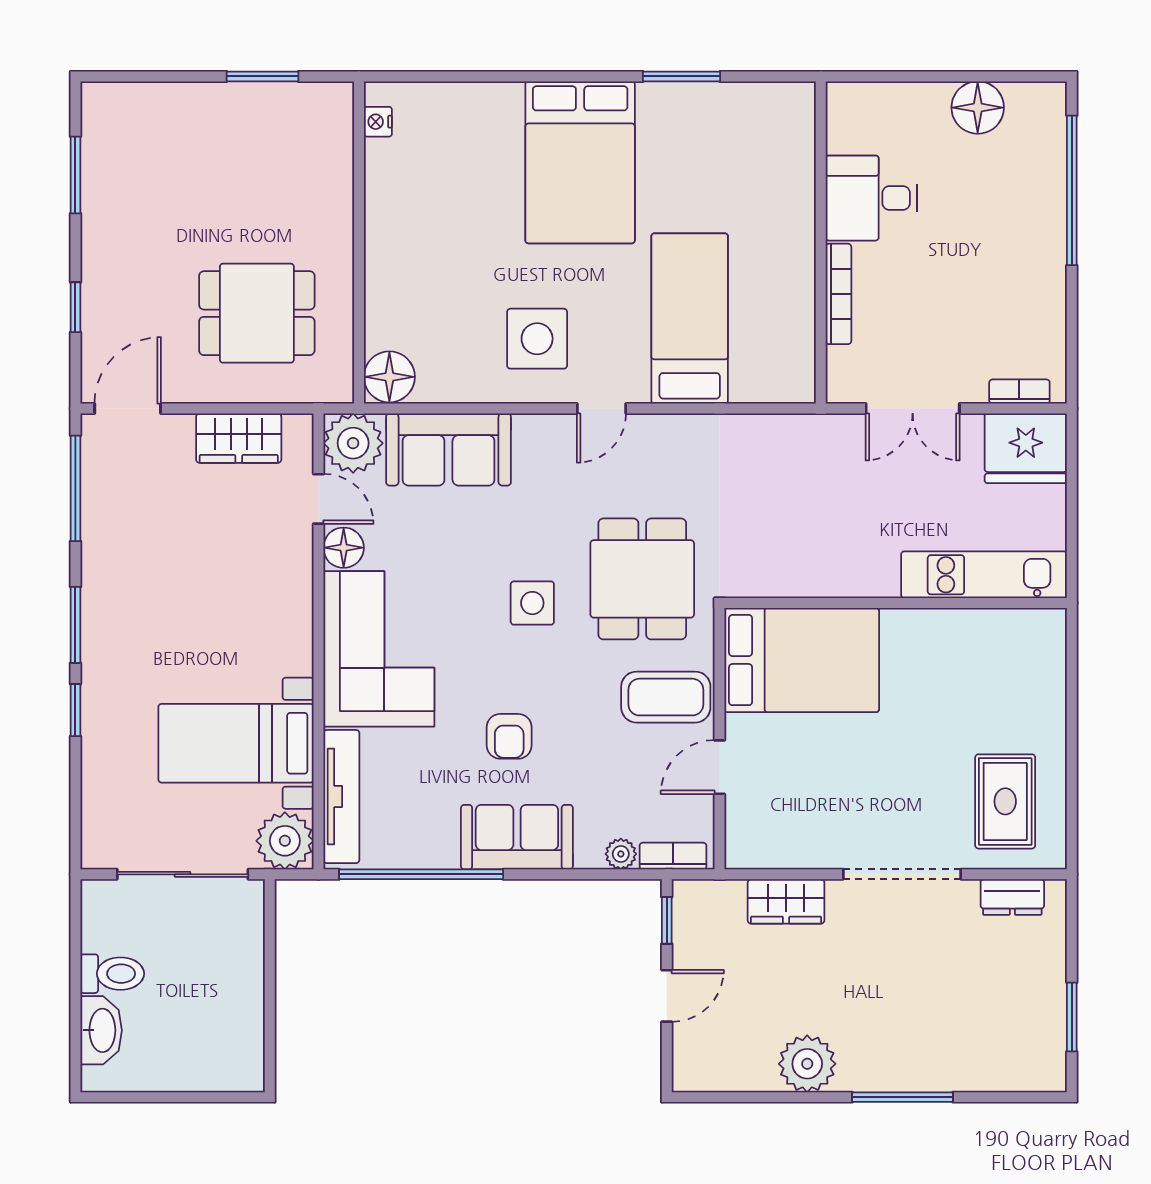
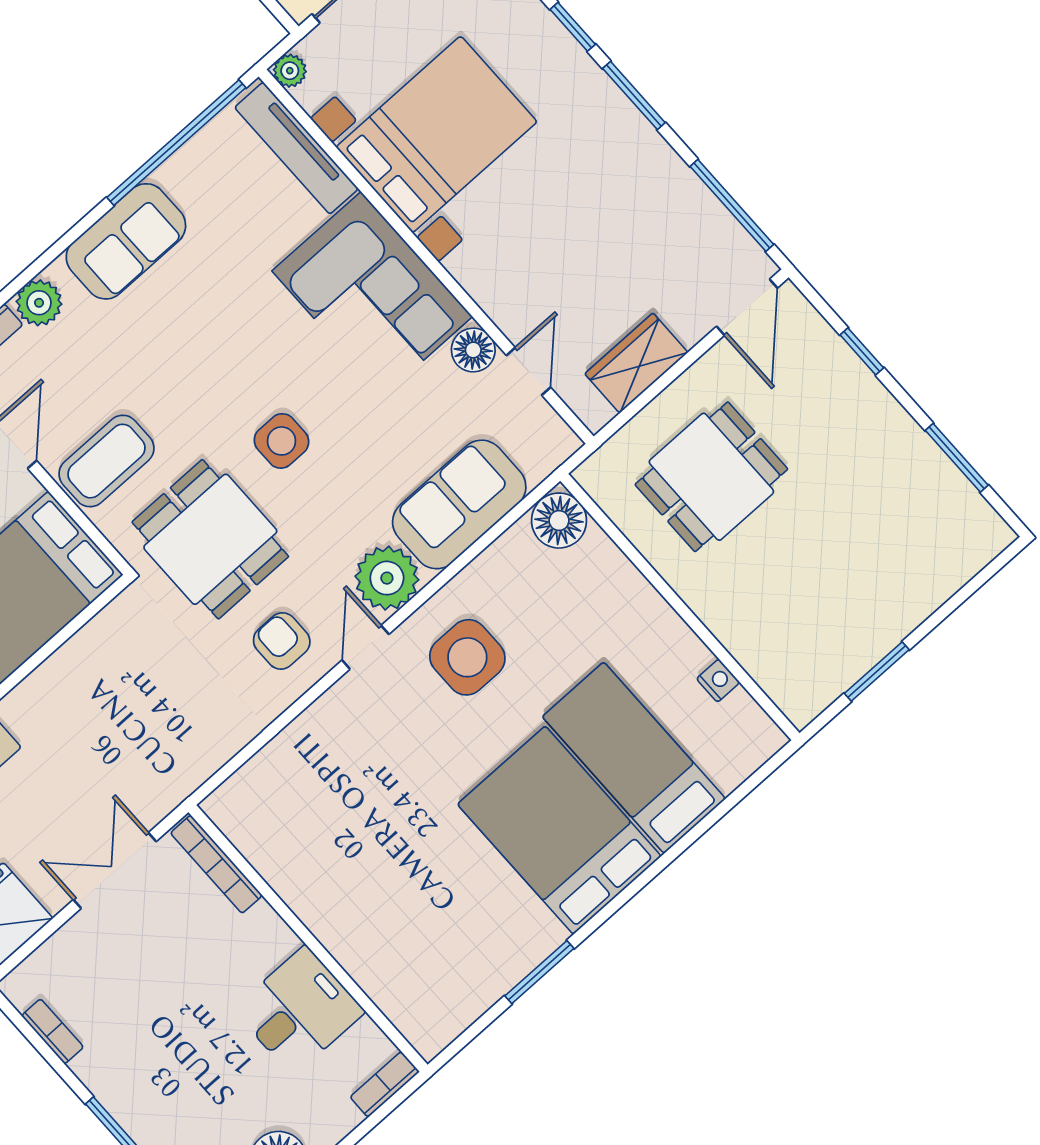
bookcase: (858, 94) -> (385, 1084), added
nightstand: (378, 122) -> (718, 681), moved
bookcase: (838, 294) -> (216, 864), moved
bed: (690, 319) -> (634, 758), moved, turned 180
bookcase: (1019, 392) -> (53, 1031), moved, turned -90
plant: (353, 443) -> (387, 578), moved
door: (318, 499) -> (529, 371), swing flipped
armchair: (509, 736) -> (282, 641), moved
bed with nightstands: (236, 743) -> (437, 134), width x1.36
plant: (285, 841) -> (290, 71), width x0.53, depth x0.53
plant: (621, 854) -> (39, 303), width x1.38, depth x1.38

